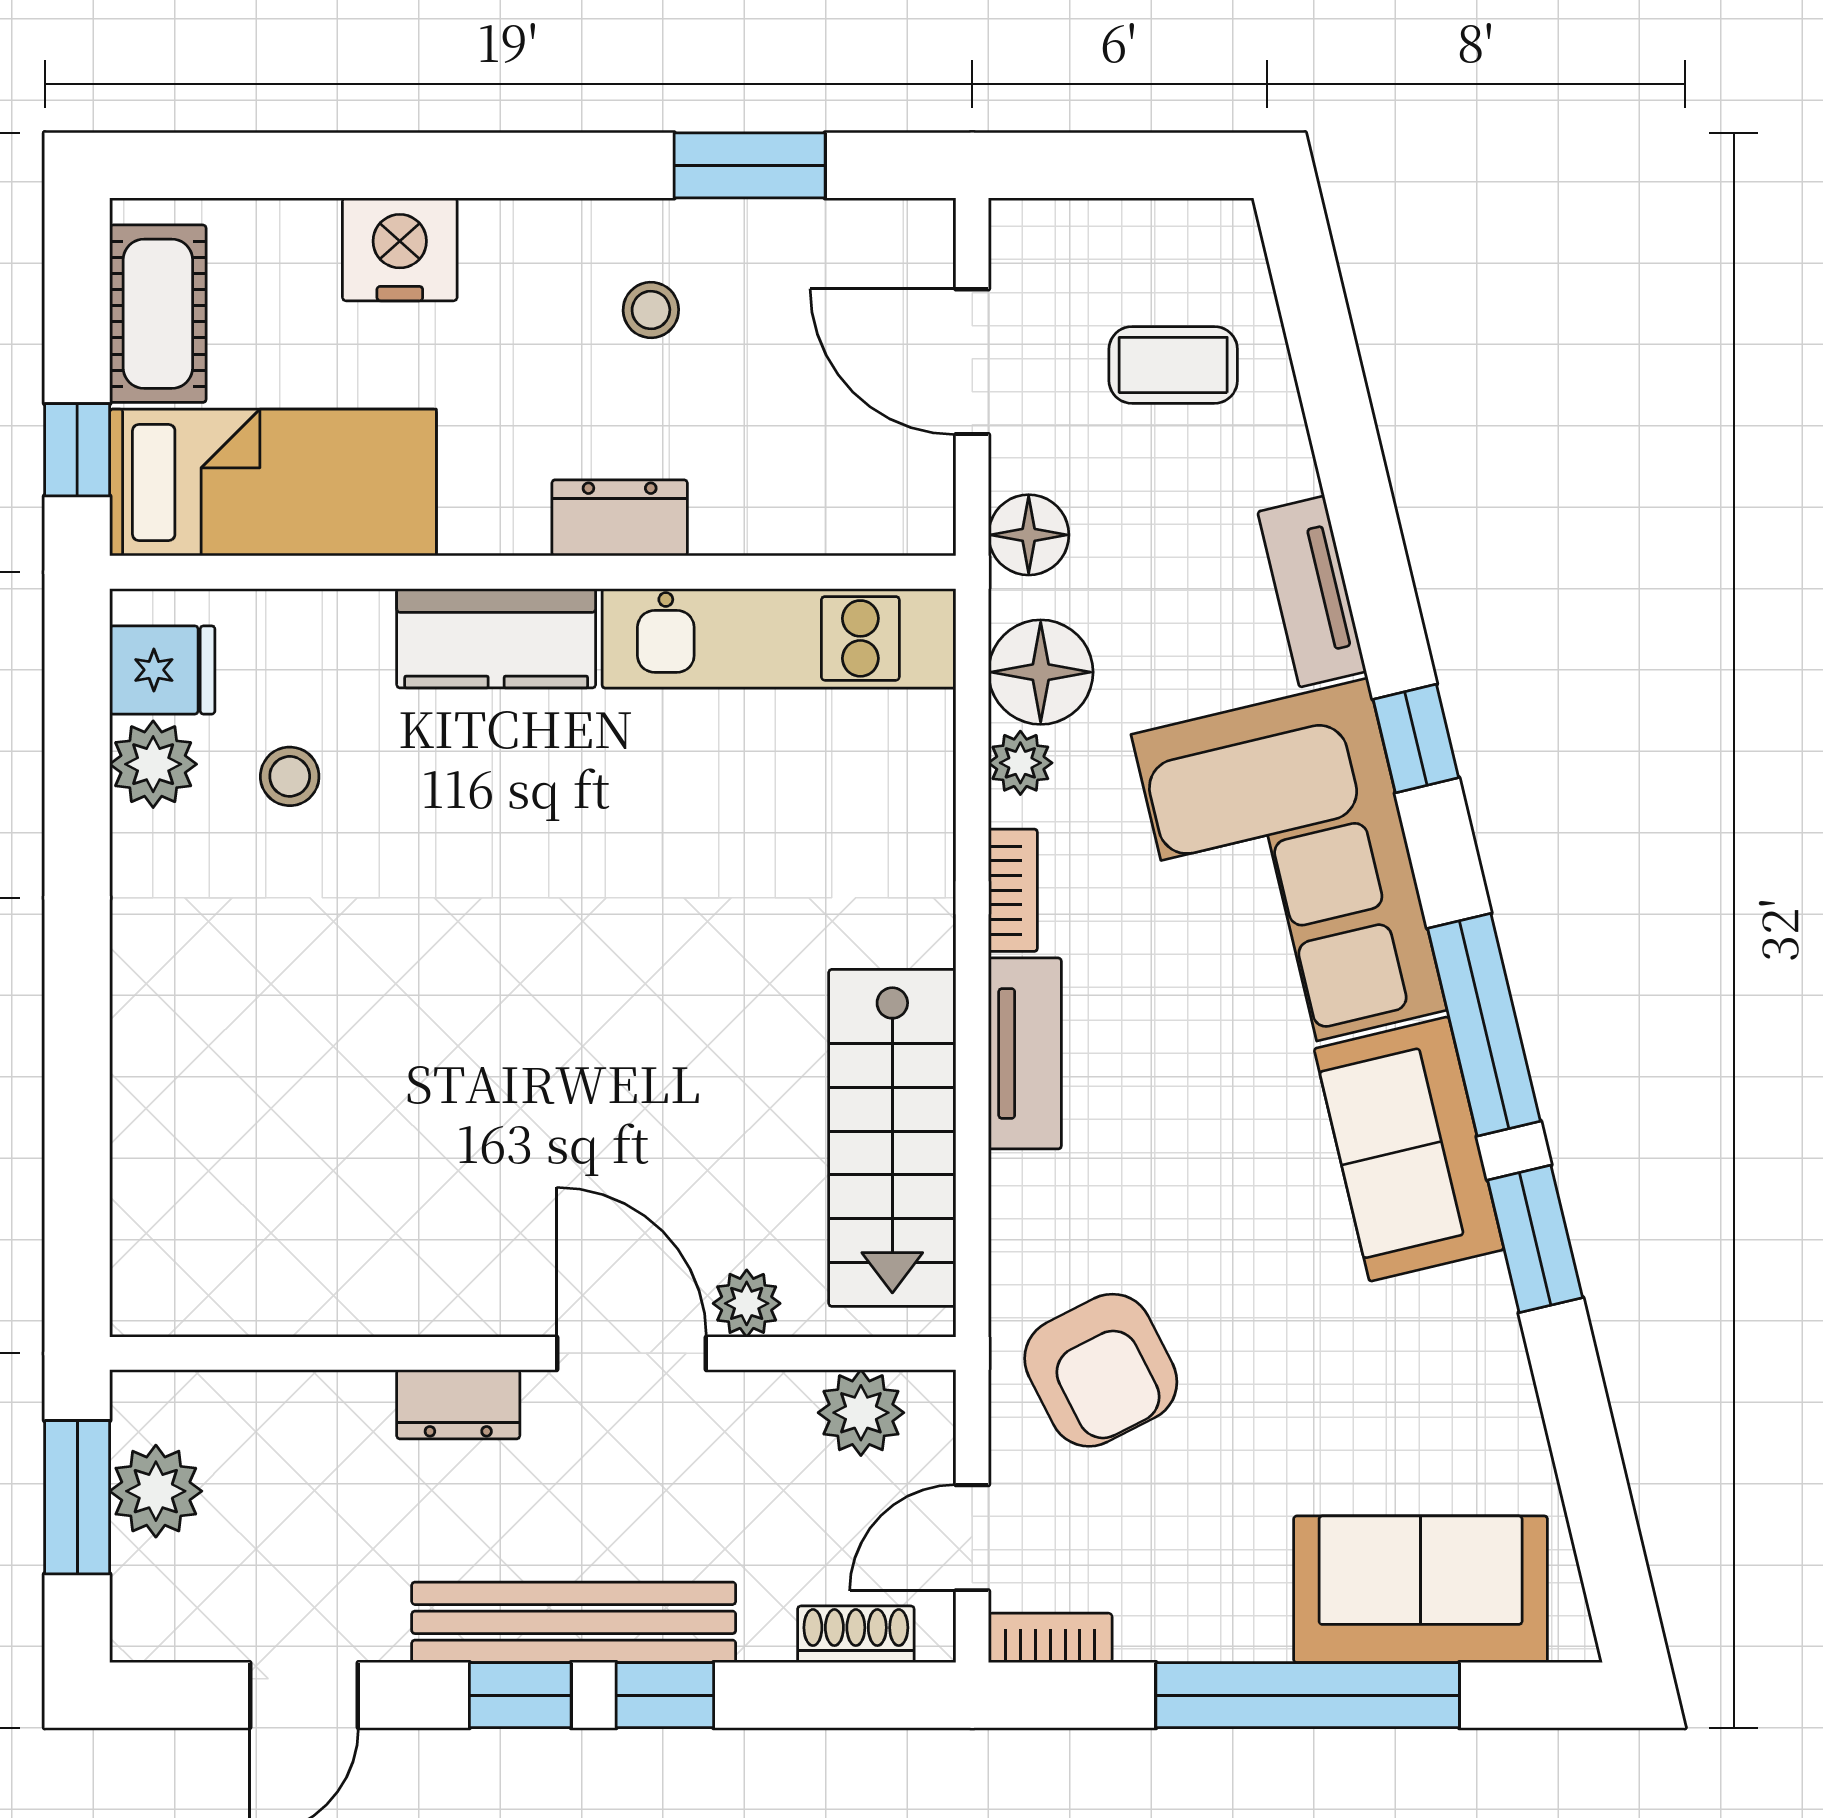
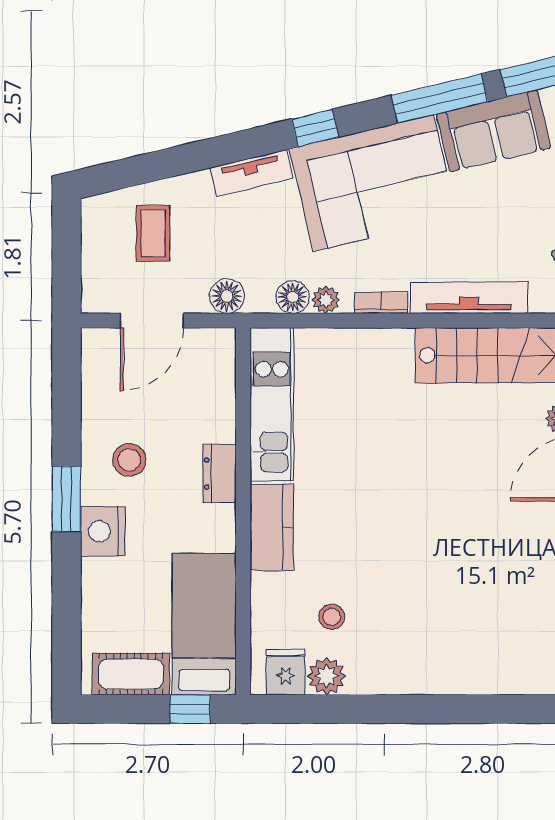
window: (750, 165) -> (67, 499), moved
nightstand: (400, 249) -> (103, 531), moved
stool: (651, 310) -> (129, 460), width x1.37, depth x1.37
floor lamp: (1041, 672) -> (293, 297), width x0.73, depth x0.73
tv unit: (1025, 1053) -> (469, 298), width x1.41

